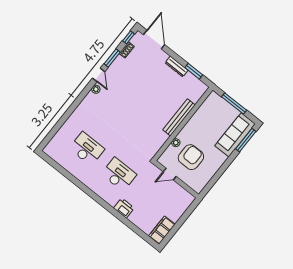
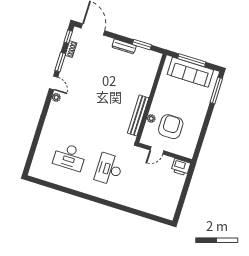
bench: (179, 117) -> (138, 115), moved
sofa: (235, 135) -> (190, 72), moved, turned -90
desk: (87, 149) -> (70, 157), turned 180
desk: (119, 174) -> (109, 169), turned -90
printer: (124, 208) -> (181, 167), moved, turned 180
filing cabinet: (162, 230) -> (170, 206), removed

